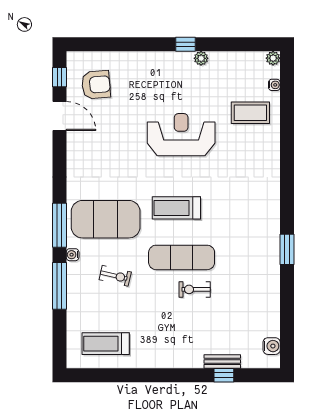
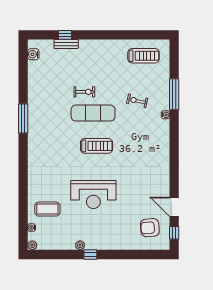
exercise mat: (106, 219) -> (143, 138), removed
window: (59, 225) -> (174, 134), removed
window: (287, 249) -> (23, 118), width x1.44

